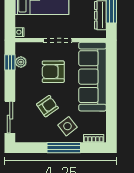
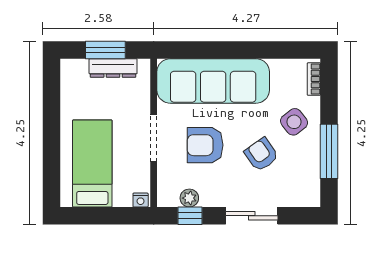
armchair: (53, 72) -> (205, 145), turned 90
sliding door: (10, 117) -> (252, 216), moved
window: (64, 148) -> (329, 151), moved

